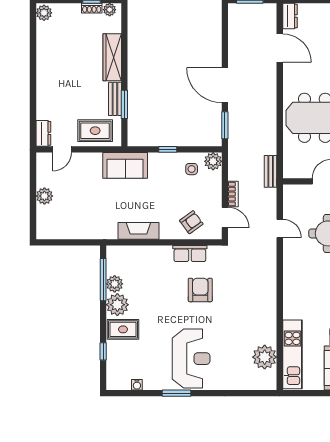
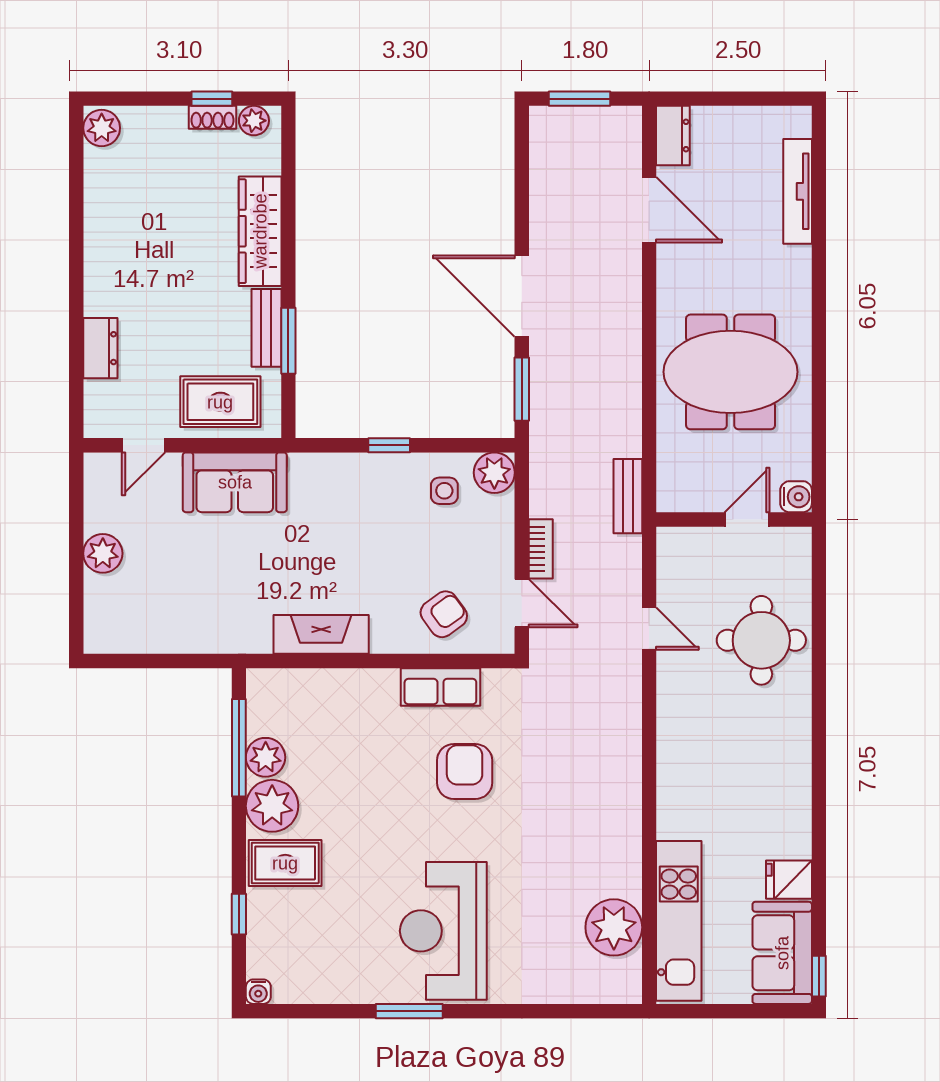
dresser: (43, 133) -> (100, 348), moved
sofa: (125, 165) -> (235, 482), moved
reception desk: (191, 359) -> (443, 931), turned 180
water cooler: (137, 385) -> (258, 992), moved

